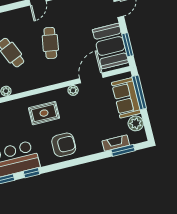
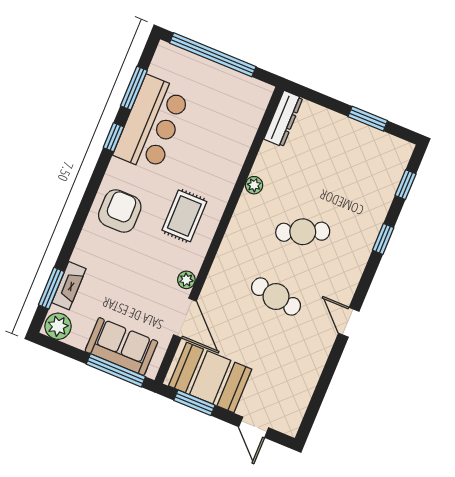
plant: (136, 123) -> (58, 326), moved
armchair: (64, 145) -> (120, 211), turned 180

